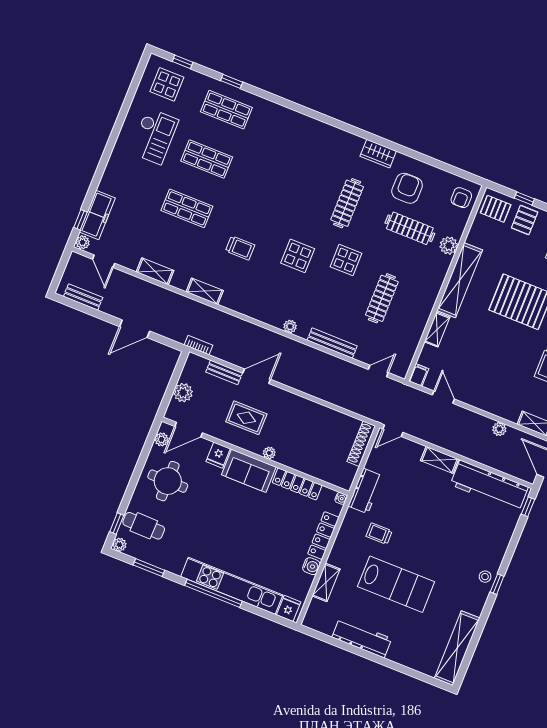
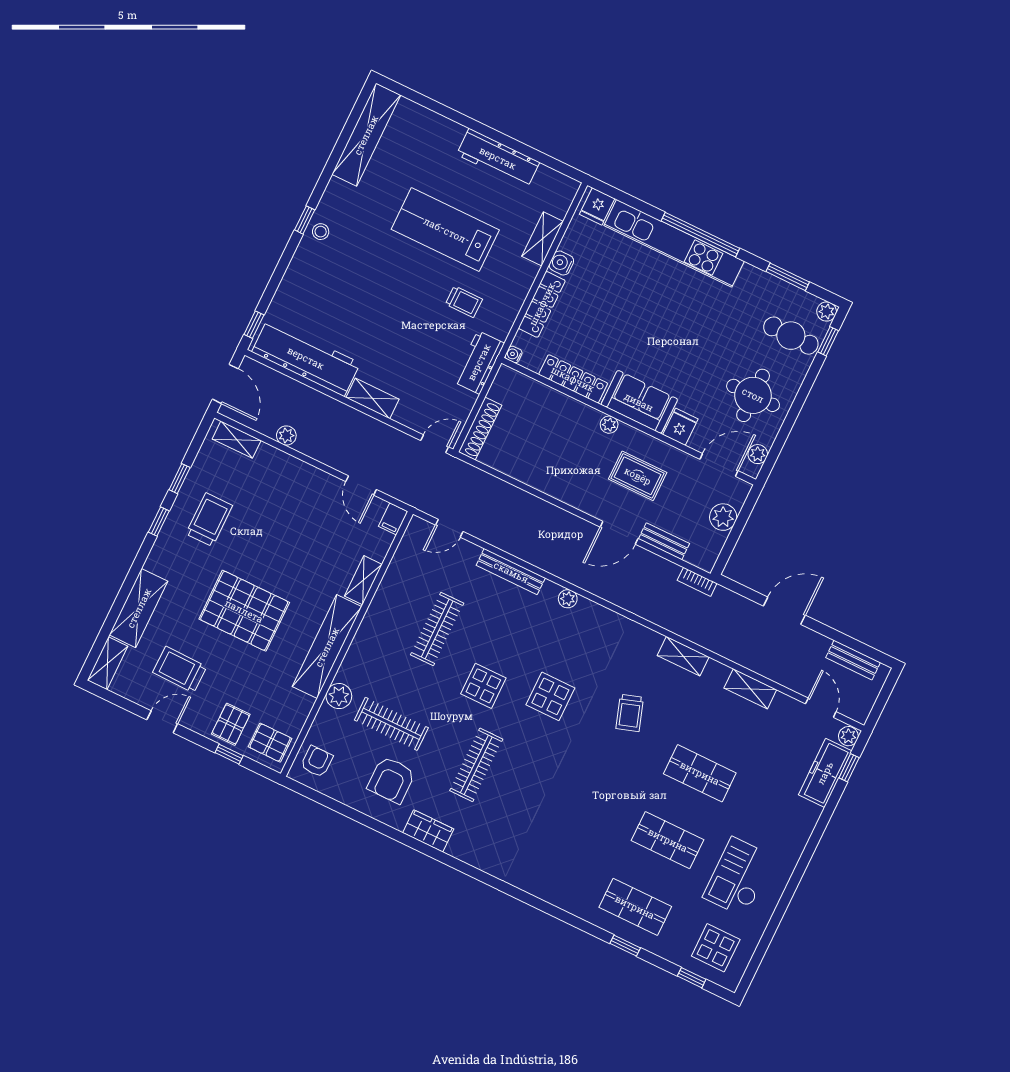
trolley: (240, 248) -> (630, 713), turned -108

